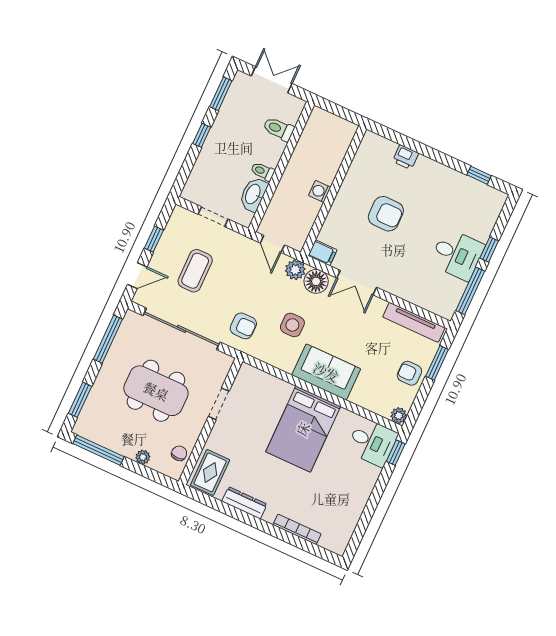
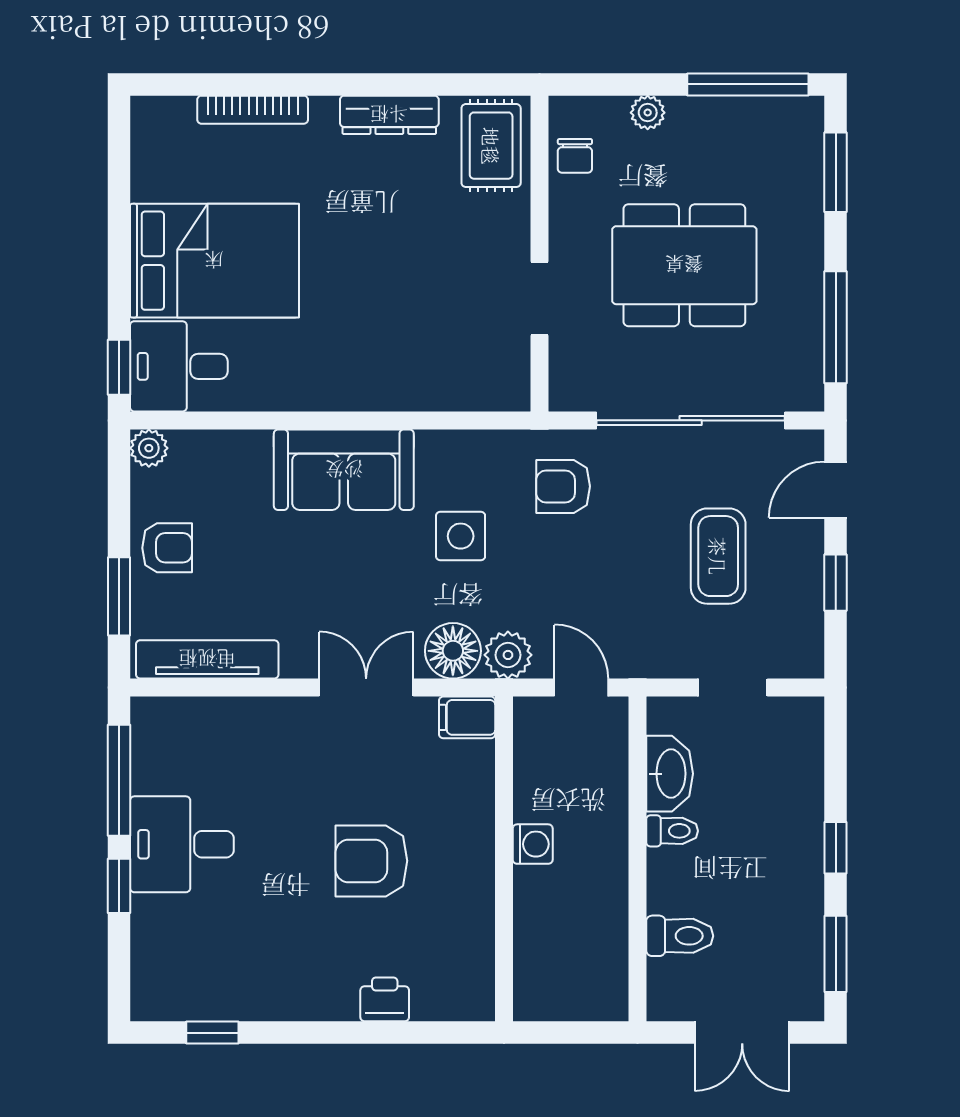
bed: (303, 429) -> (214, 261), moved, turned 90

